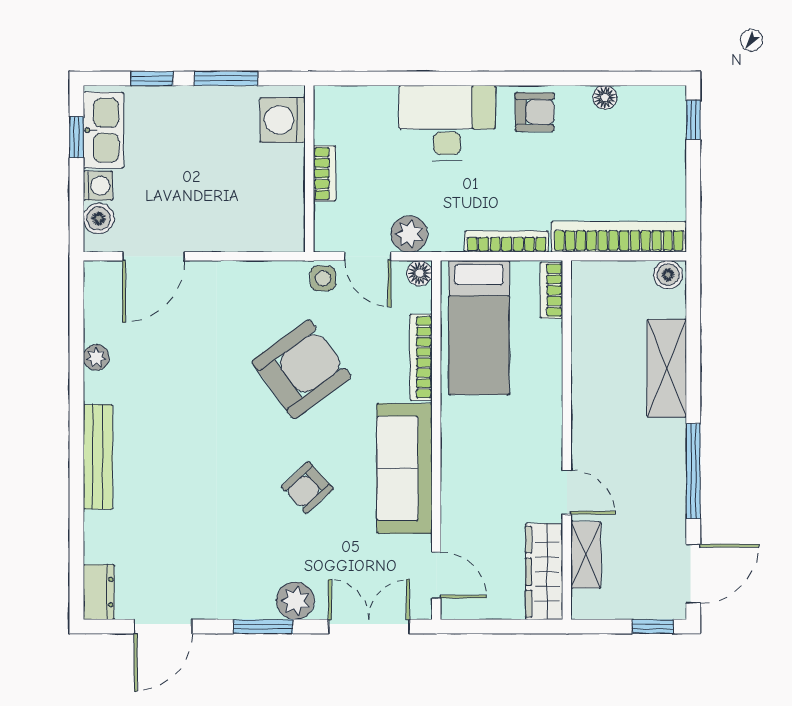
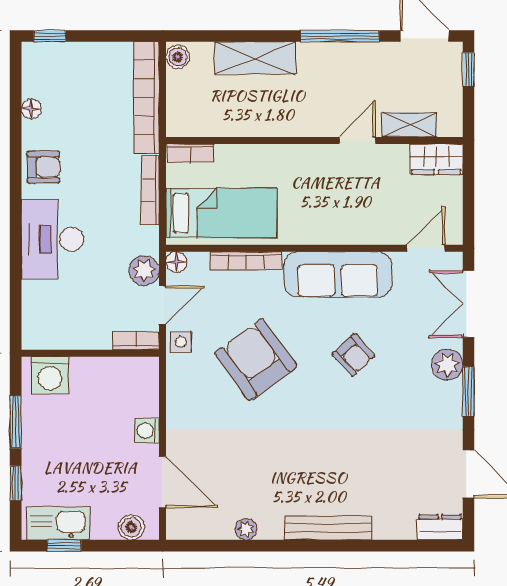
armchair: (535, 112) -> (43, 167), turned 90
bookcase: (324, 174) -> (136, 341), moved
washing machine: (98, 186) -> (147, 431), moved, turned -90
wardrobe: (544, 572) -> (436, 159), width x0.67

